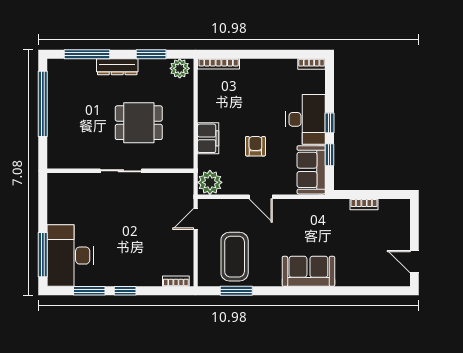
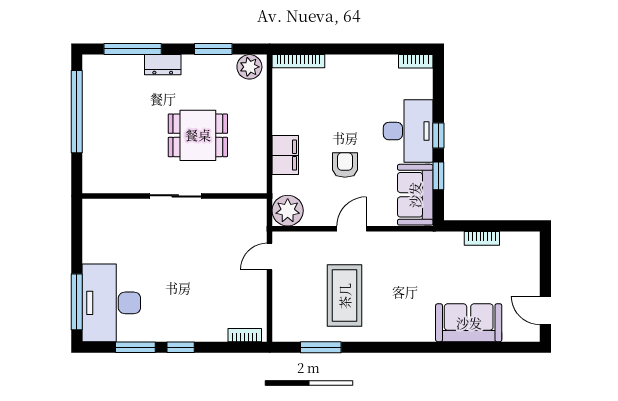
dresser: (117, 67) -> (163, 65), width x0.70
door: (261, 197) -> (352, 229), swing flipped
coffee table: (235, 257) -> (345, 296), moved
sofa: (308, 271) -> (469, 323), moved

